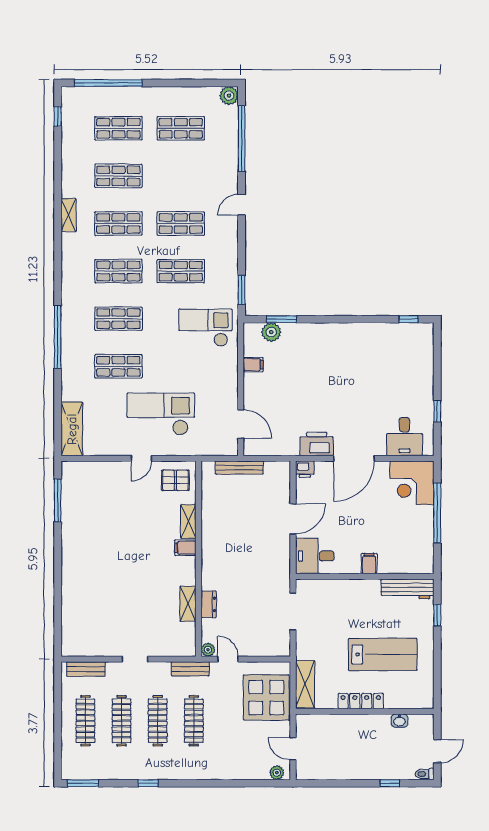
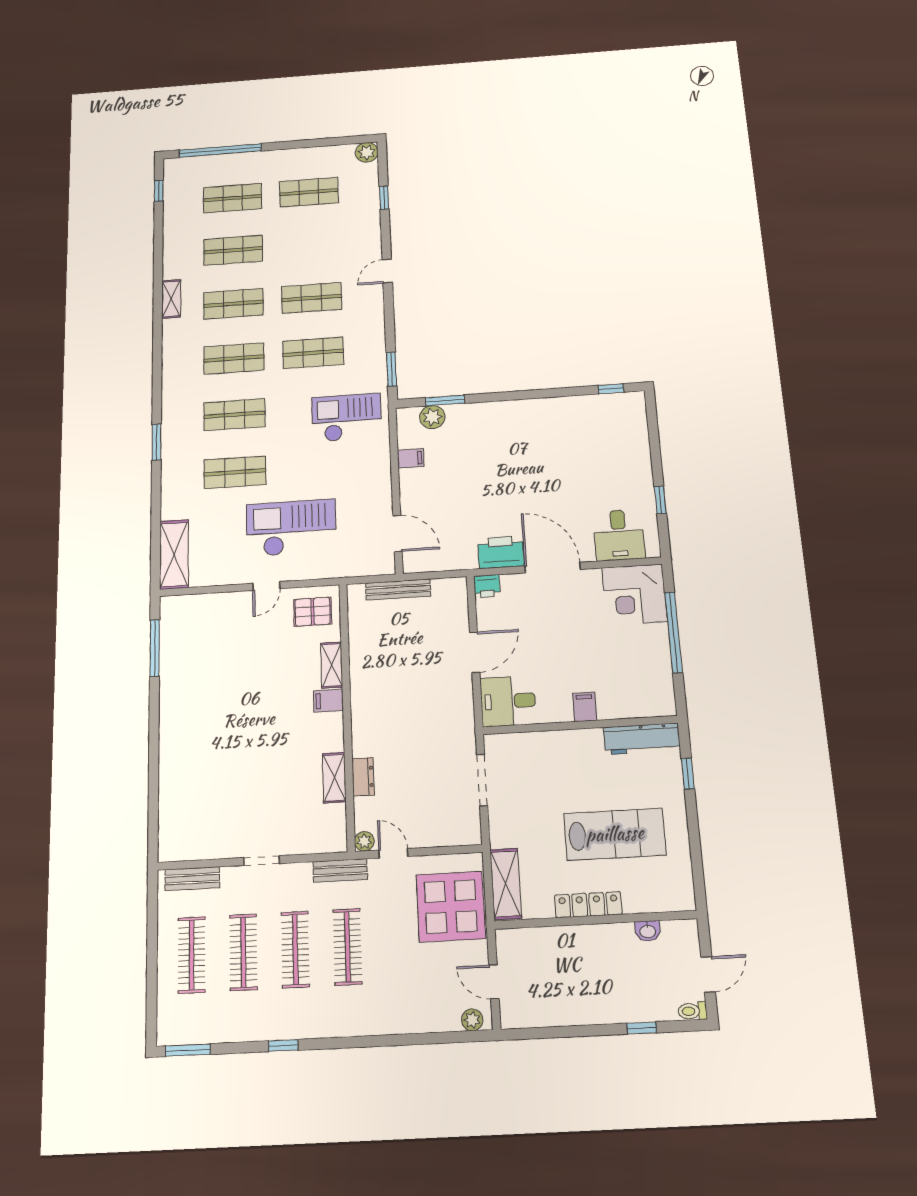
window: (242, 139) -> (384, 198), width x0.32
window: (58, 337) -> (157, 442), width x0.47
door: (354, 458) -> (553, 568), swing flipped

